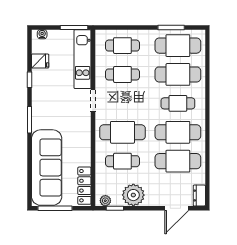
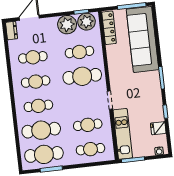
cafe table: (178, 132) -> (36, 82), width x0.73, depth x0.74
cafe table: (178, 161) -> (33, 57), width x0.73, depth x0.74
plant: (105, 201) -> (87, 22), width x1.88, depth x1.88

